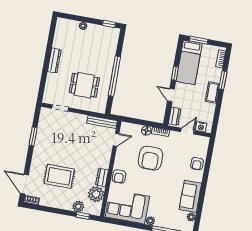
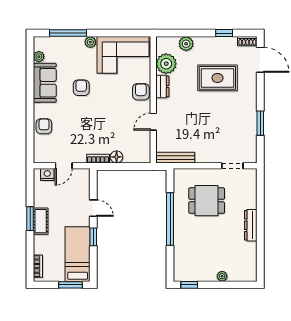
window: (223, 80) -> (30, 219), moved
dresser: (175, 116) -> (84, 182), removed
door: (116, 140) -> (153, 122), moved
armchair: (151, 158) -> (81, 88), moved, width x0.53, depth x0.53
window: (83, 216) -> (224, 33), moved

